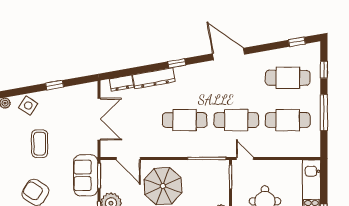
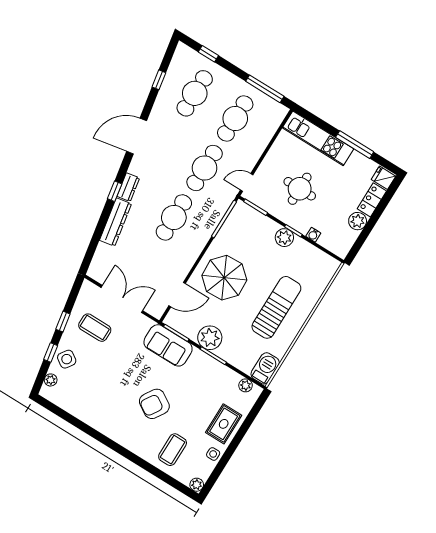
window: (297, 42) -> (159, 80), moved
dresser: (121, 83) -> (128, 187), moved
window: (26, 90) -> (51, 353), added
window: (324, 113) -> (265, 89), moved
coffee table: (40, 144) -> (95, 328), moved

